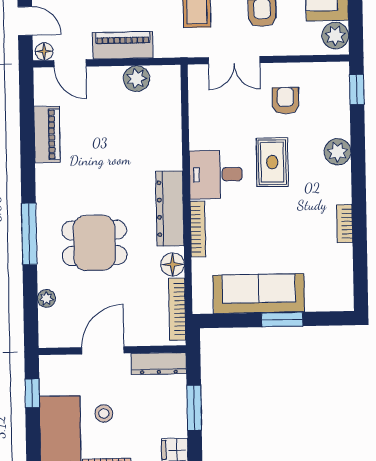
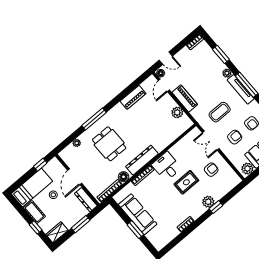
door: (25, 21) -> (166, 58), hinge flipped
window: (357, 89) -> (216, 207), moved
door: (103, 350) -> (75, 177), swing flipped

